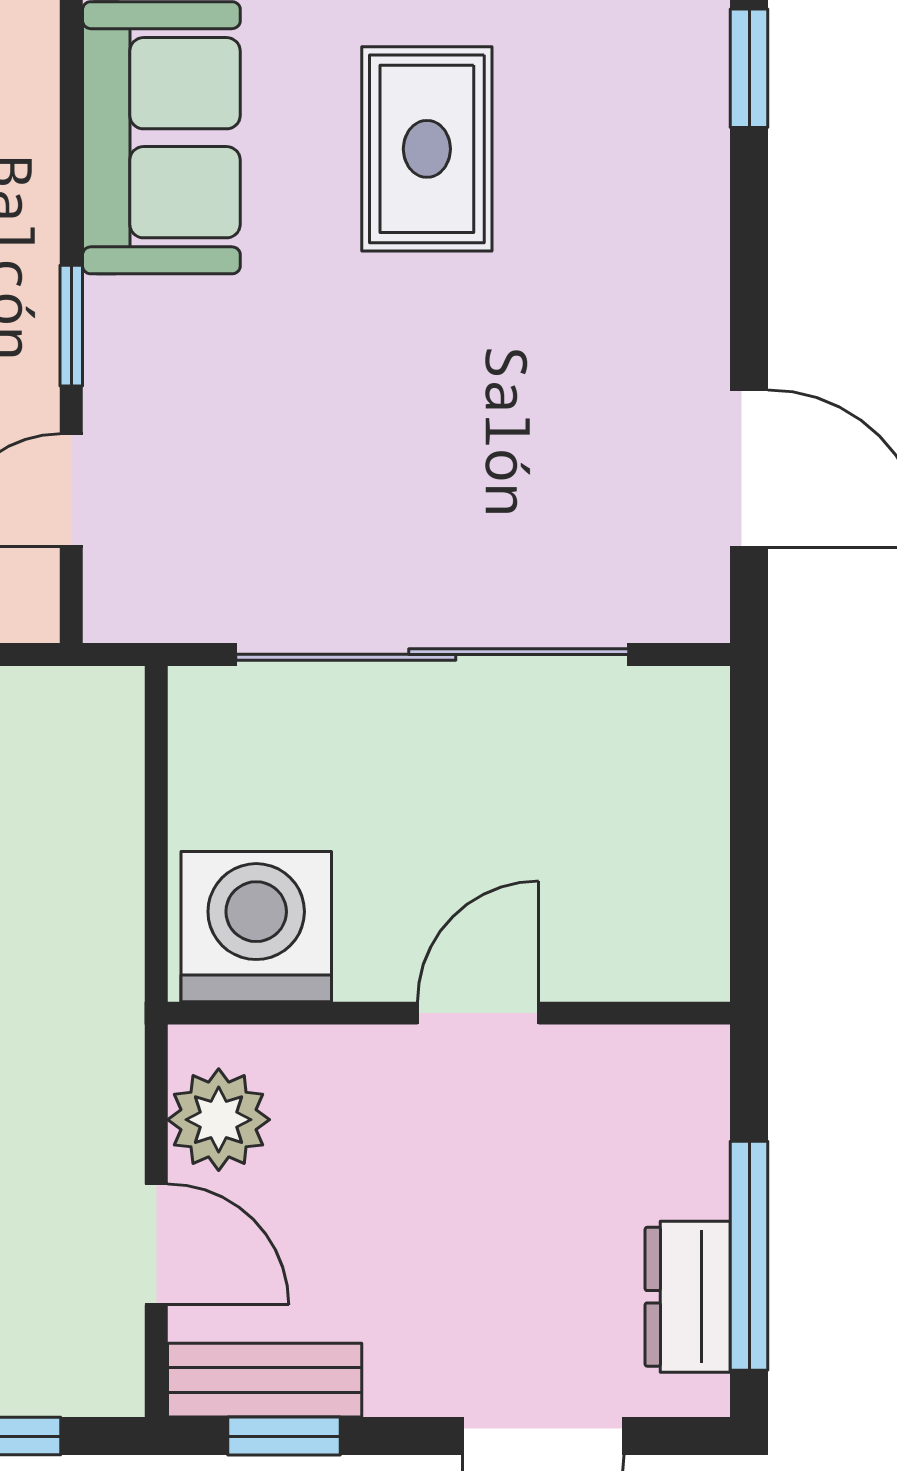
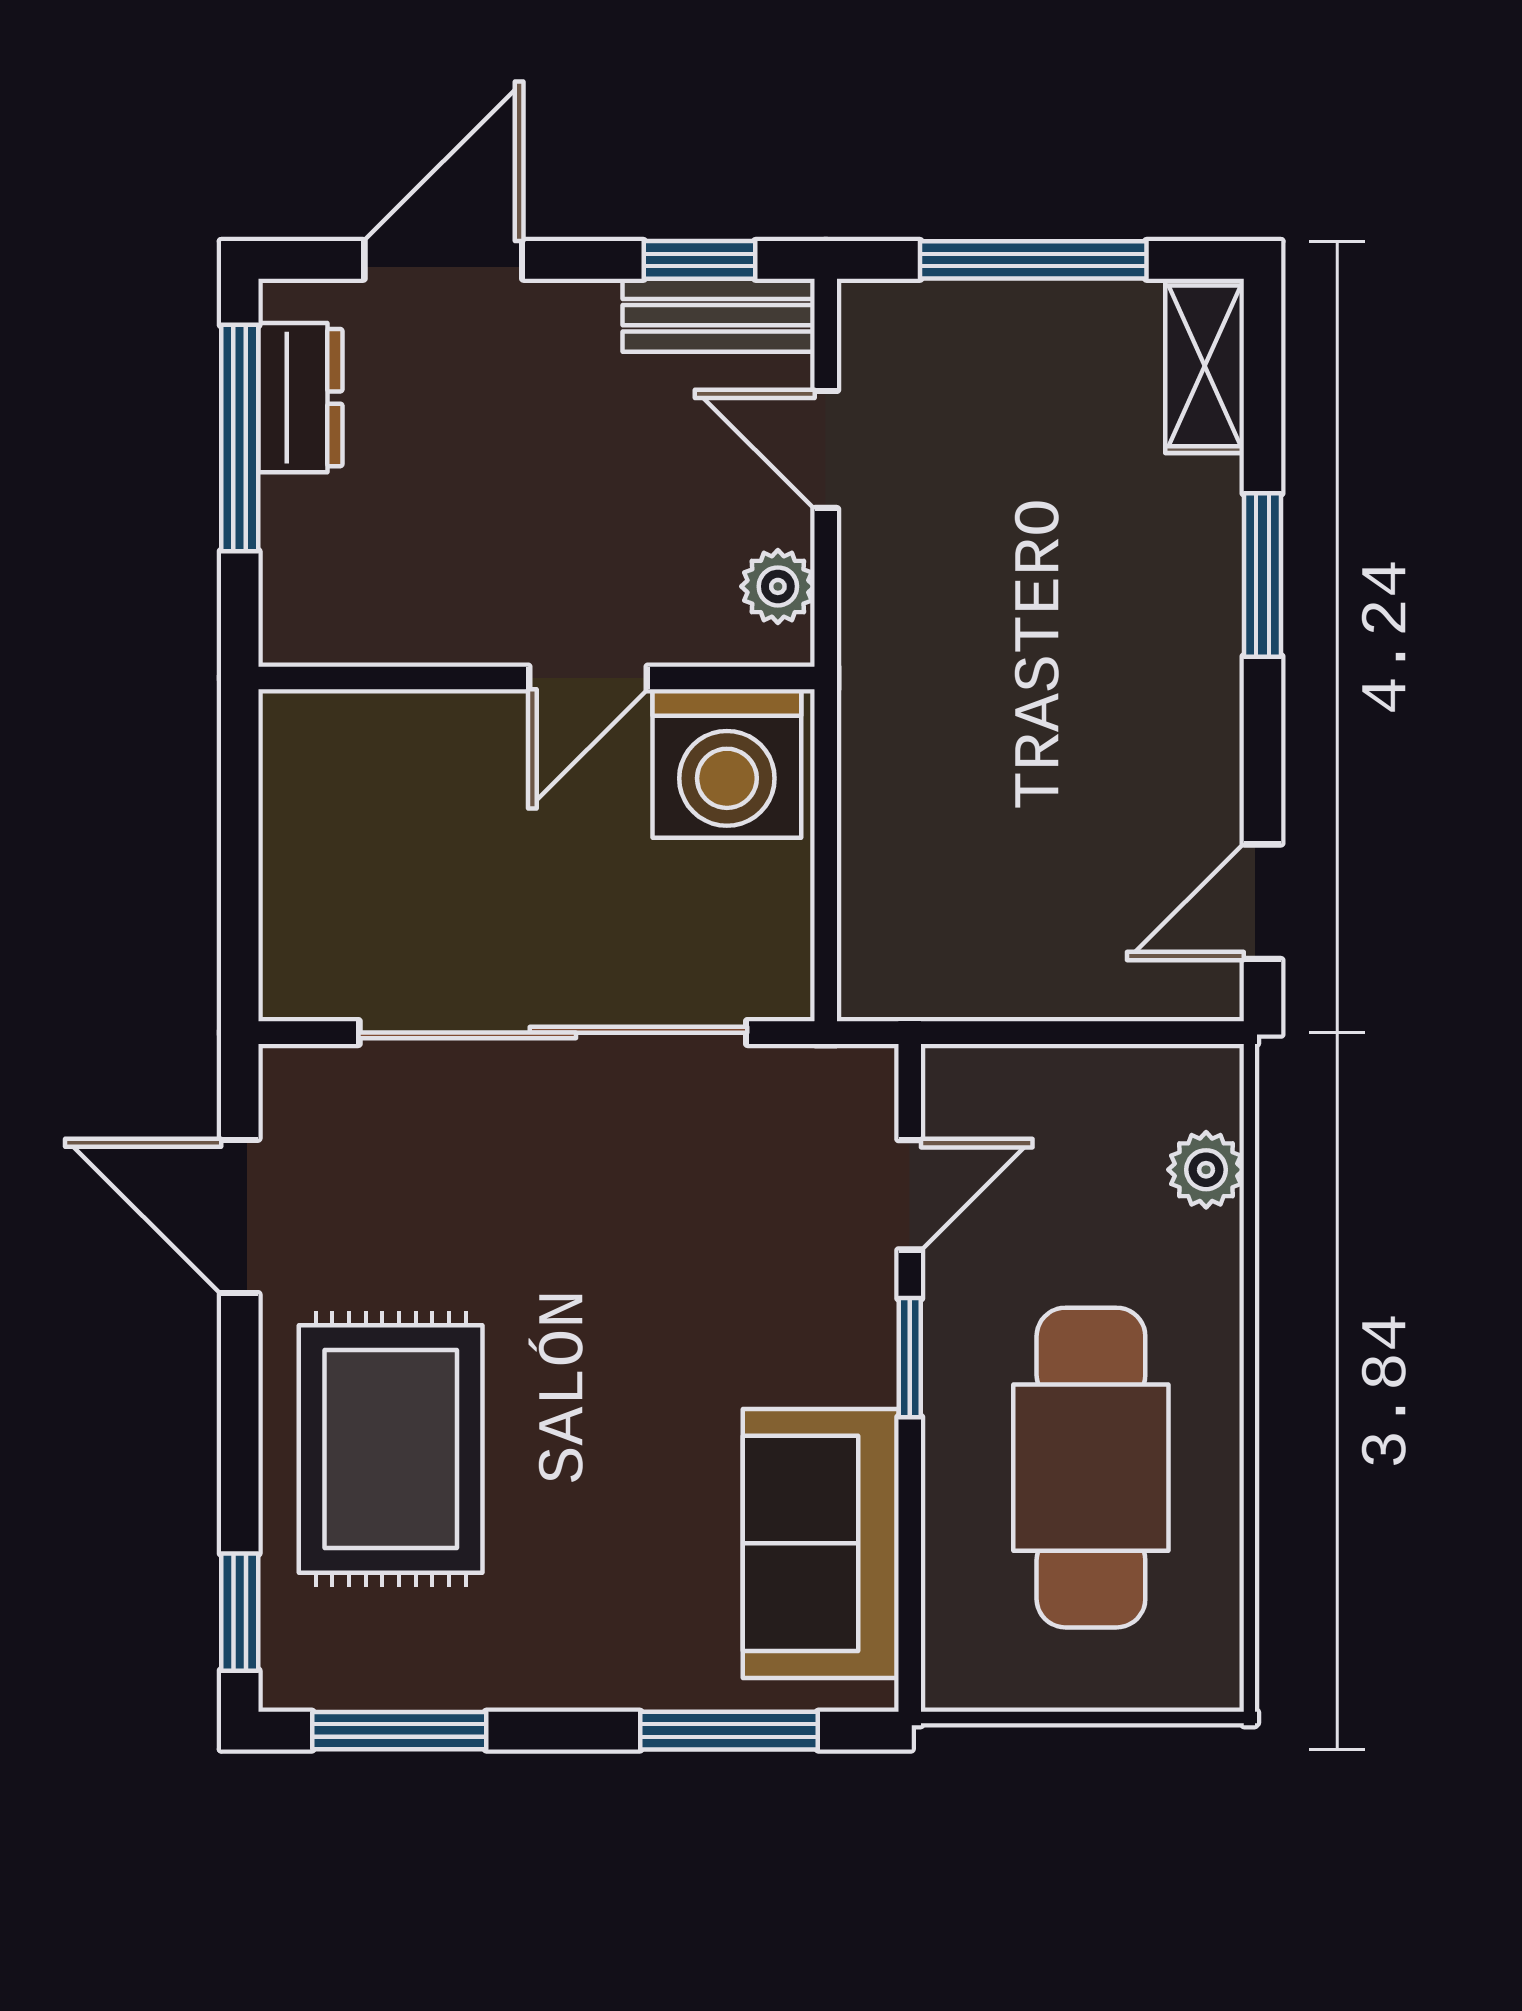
rug: (427, 149) -> (391, 1449), moved, width x1.36, depth x1.43
door: (478, 1013) -> (588, 678), moved
plant: (219, 1120) -> (778, 586), width x0.73, depth x0.73

